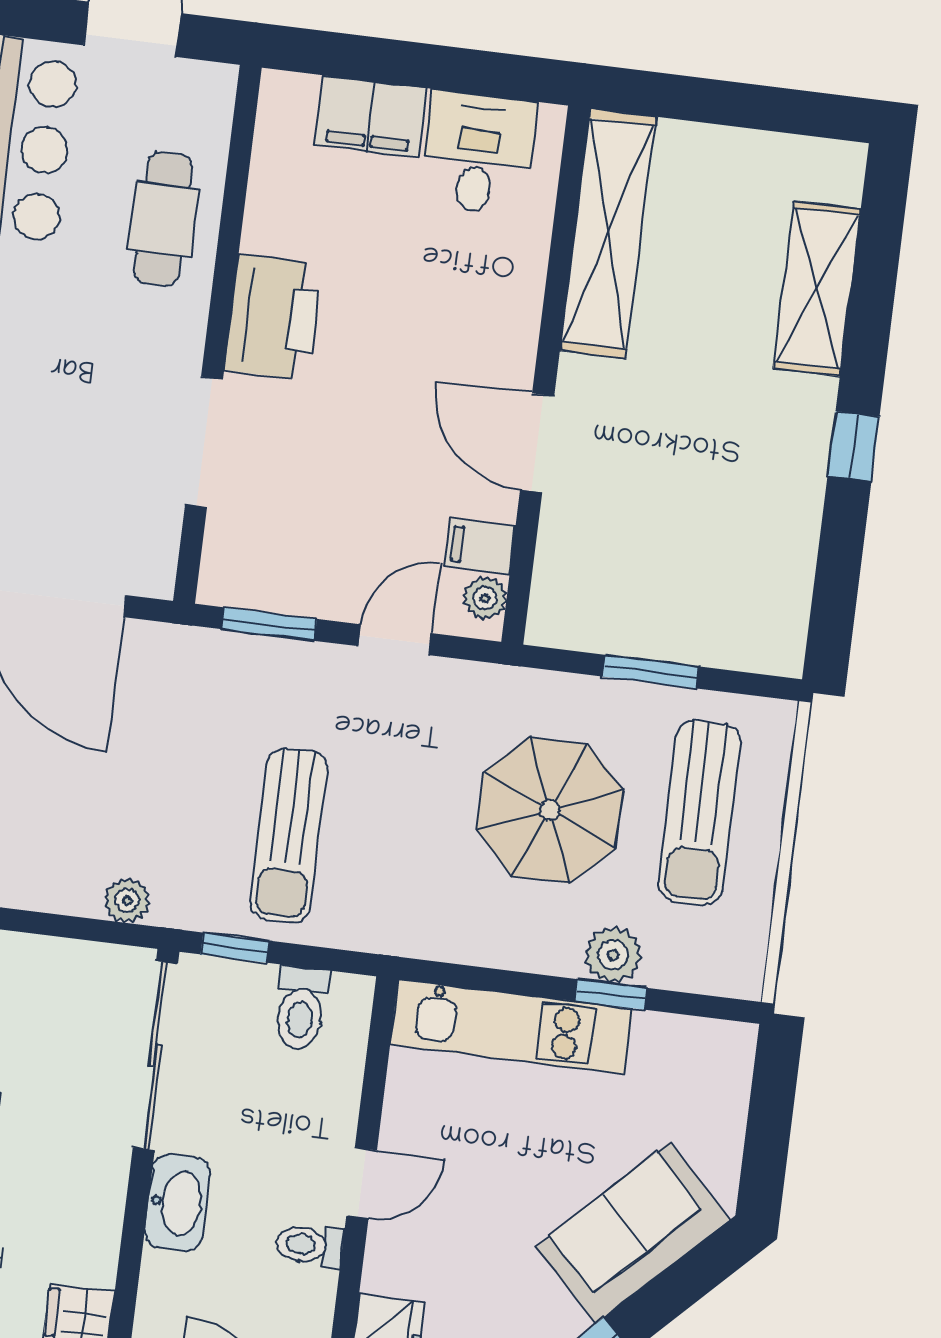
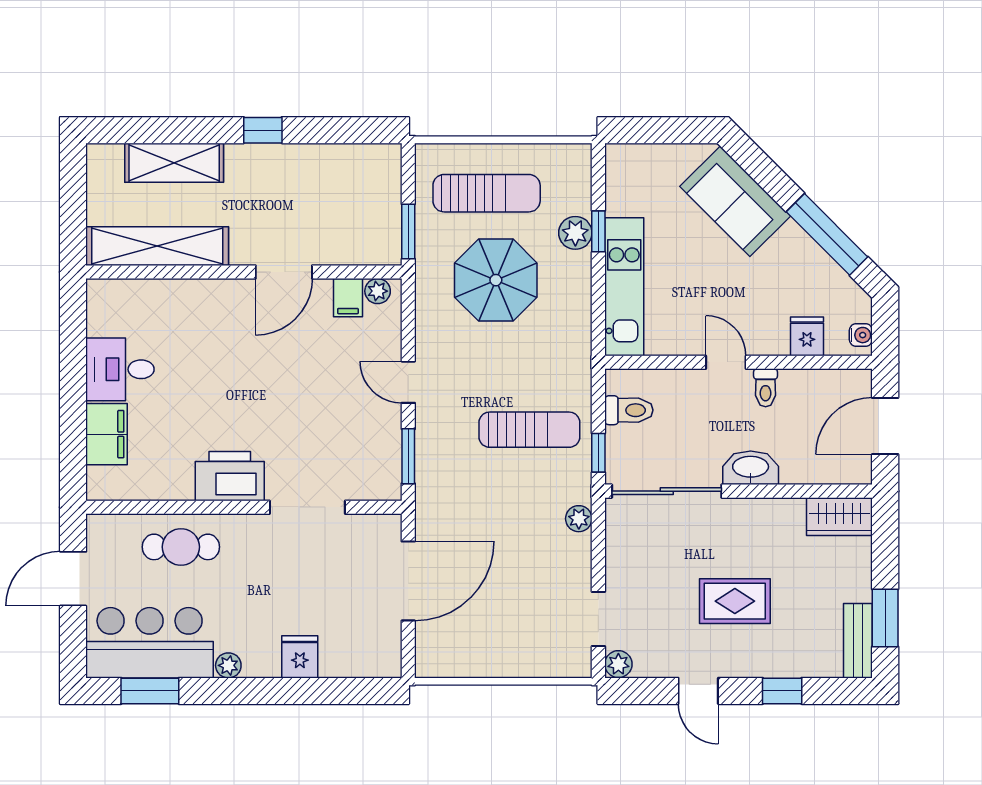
shelving: (608, 234) -> (157, 246), moved
wall: (546, 375) -> (244, 272), moved
door: (537, 443) -> (284, 272), moved
filing cabinet: (480, 547) -> (348, 298), moved
plant: (485, 598) -> (378, 291), moved

